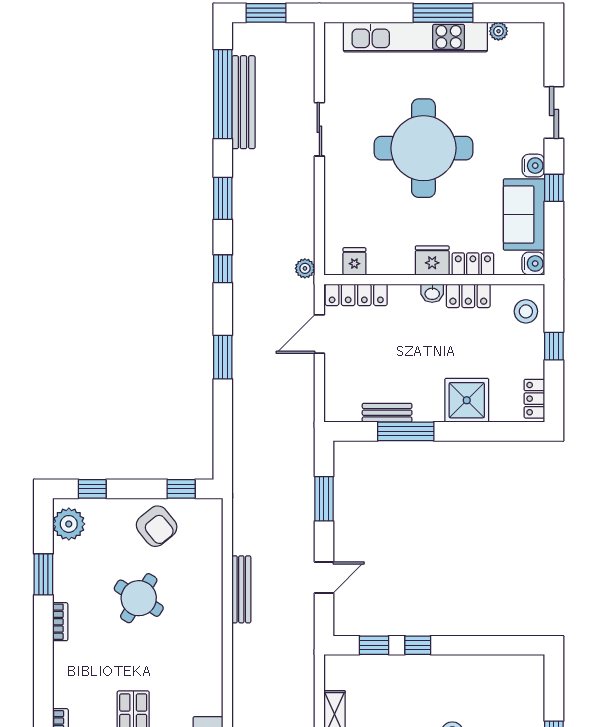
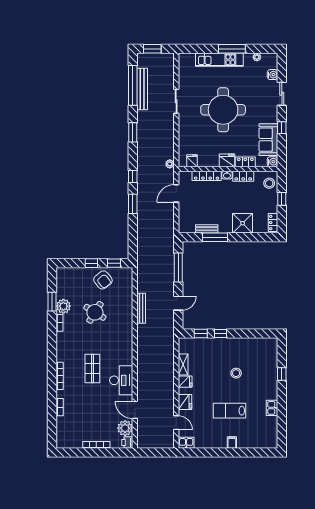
kitchen unit: (415, 37) -> (219, 60), width x0.73
water cooler: (533, 166) -> (273, 75), moved
window: (223, 269) -> (133, 177), moved
locker: (356, 295) -> (207, 176), moved
window: (92, 489) -> (91, 263), moved
window: (324, 499) -> (178, 268), width x1.44
plant: (69, 524) -> (63, 306), moved

